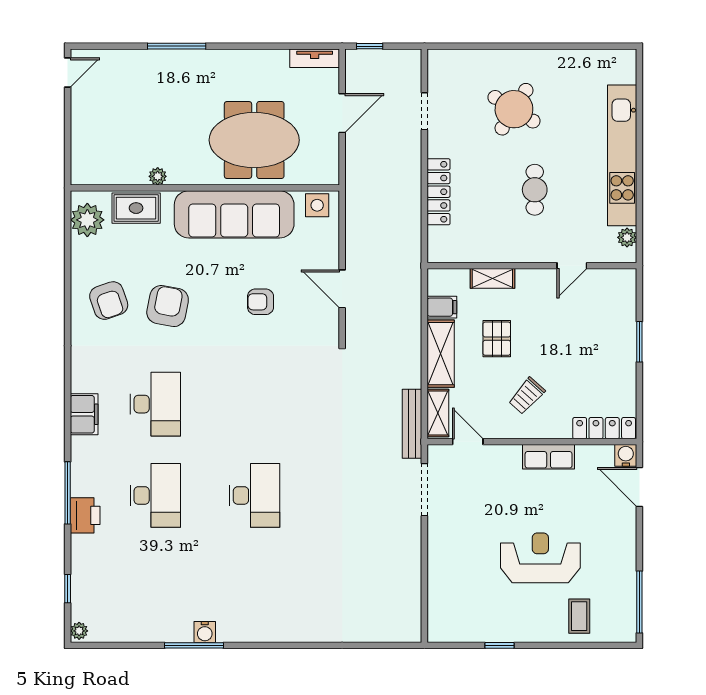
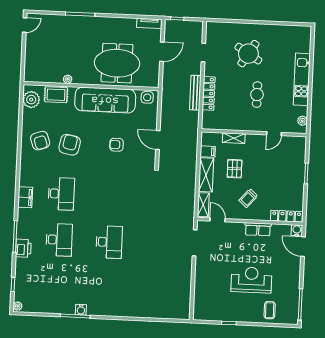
kitchen unit: (622, 155) -> (302, 79), width x0.73
bench: (412, 424) -> (195, 93), moved

